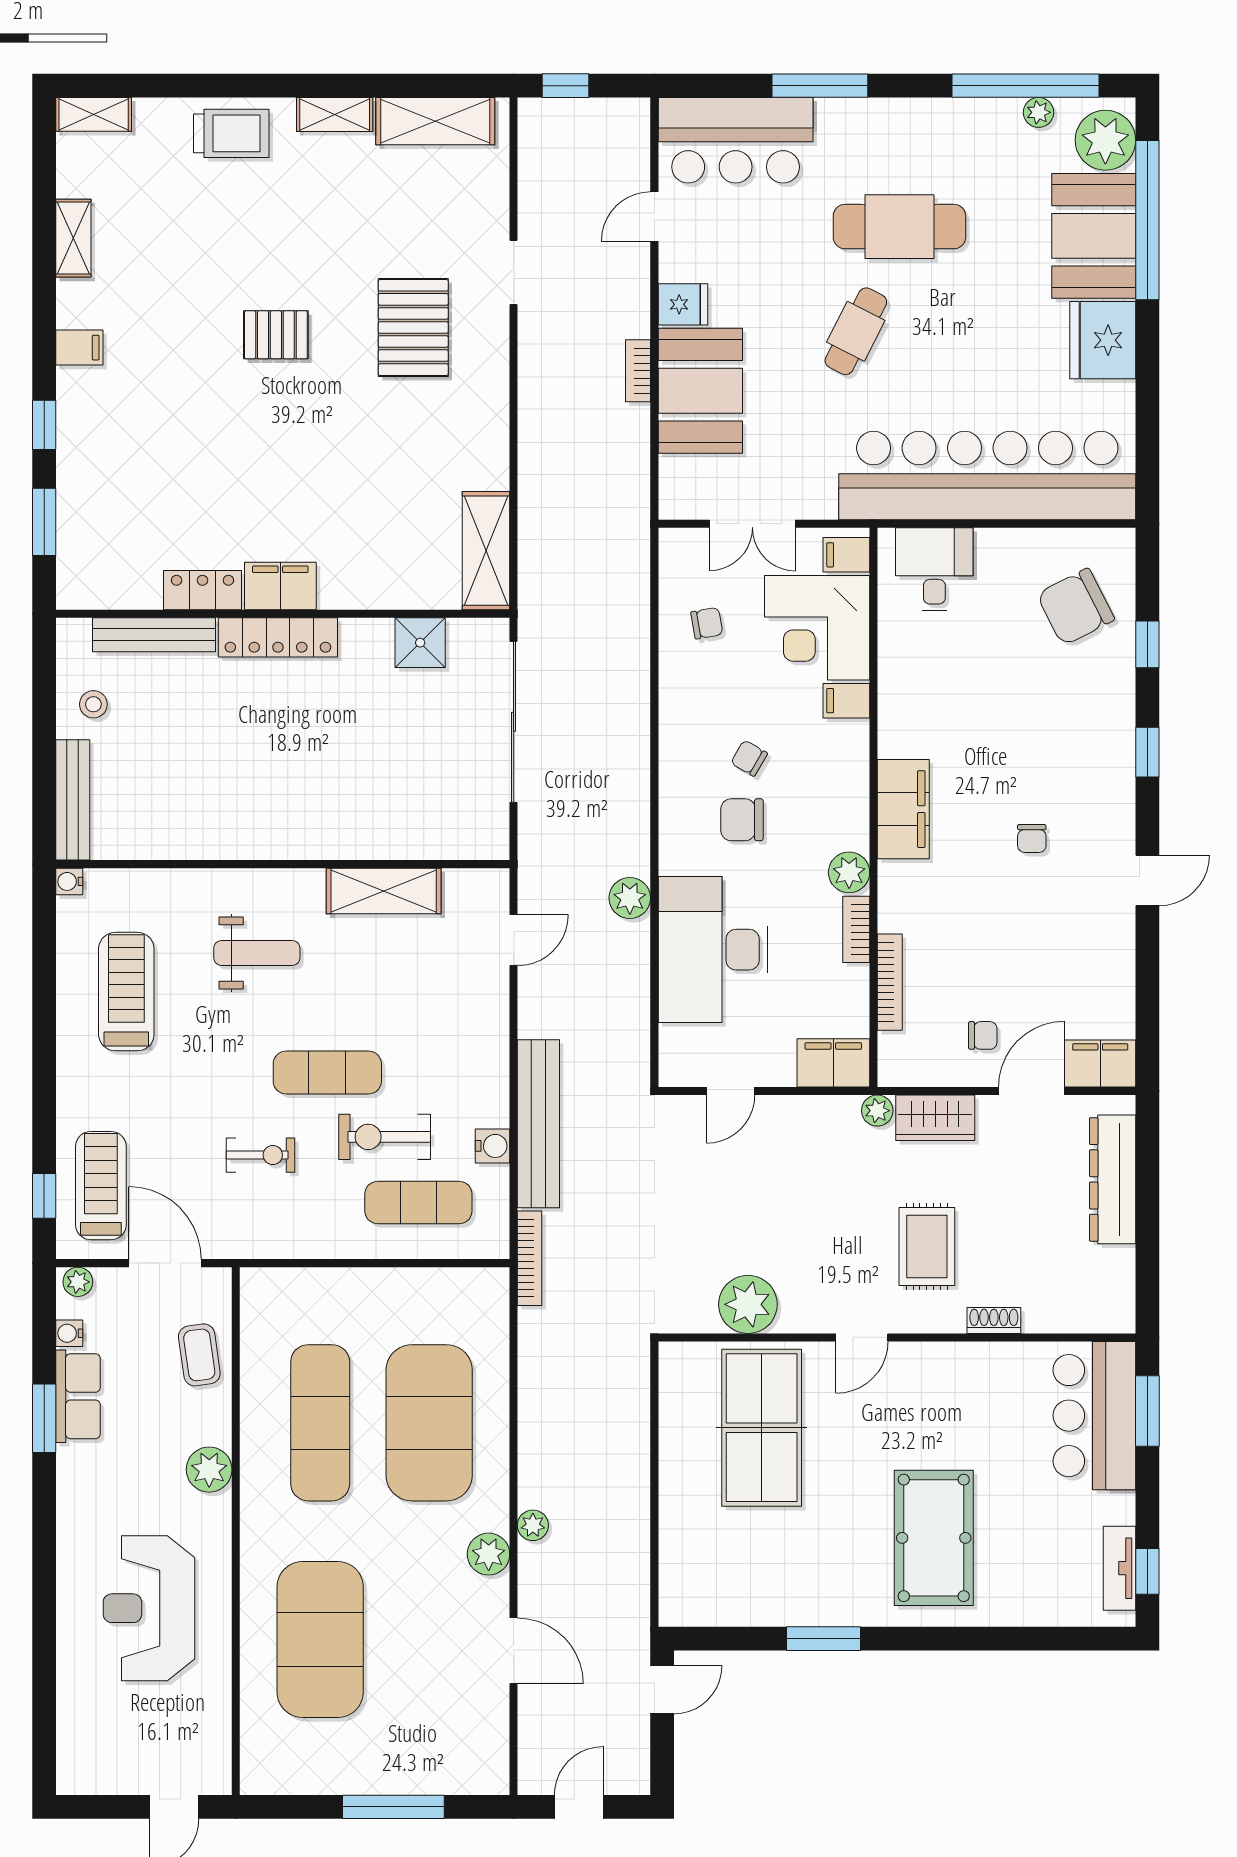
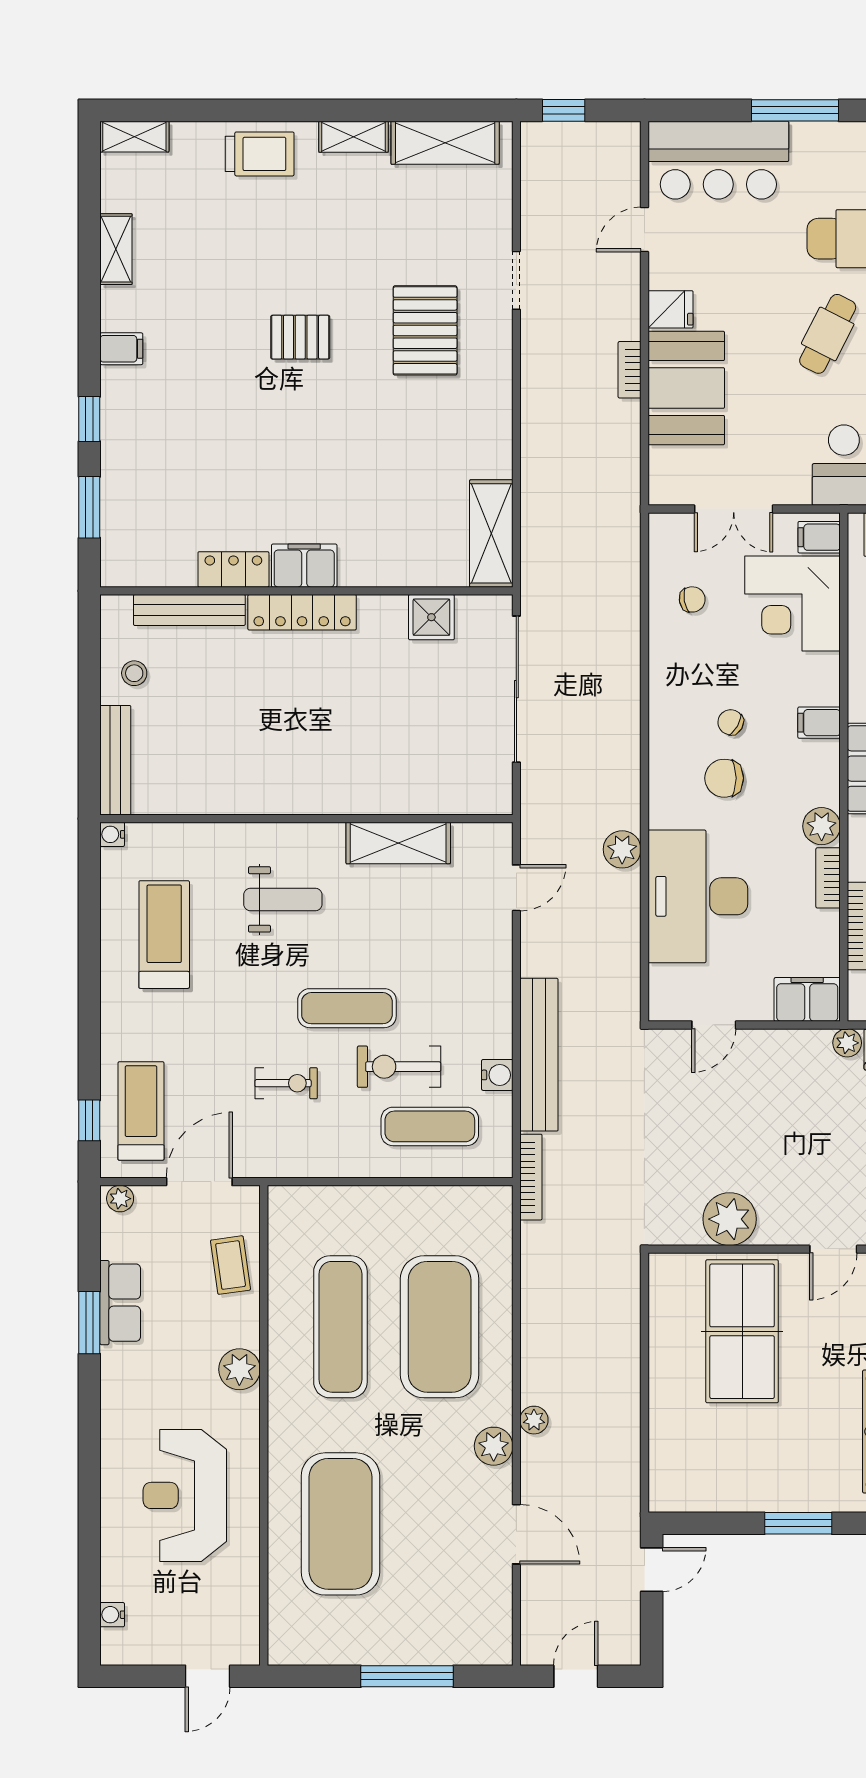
filing cabinet: (846, 701) -> (819, 723), moved
door: (165, 1263) -> (199, 1182), hinge flipped
water cooler: (69, 1333) -> (112, 1615), moved

